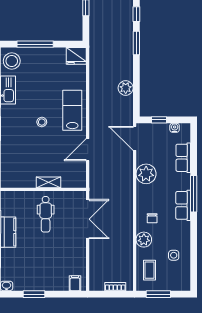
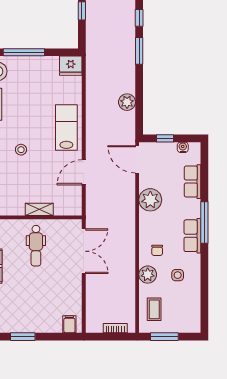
stool: (42, 122) -> (21, 150), moved
side table: (174, 255) -> (178, 275), moved

